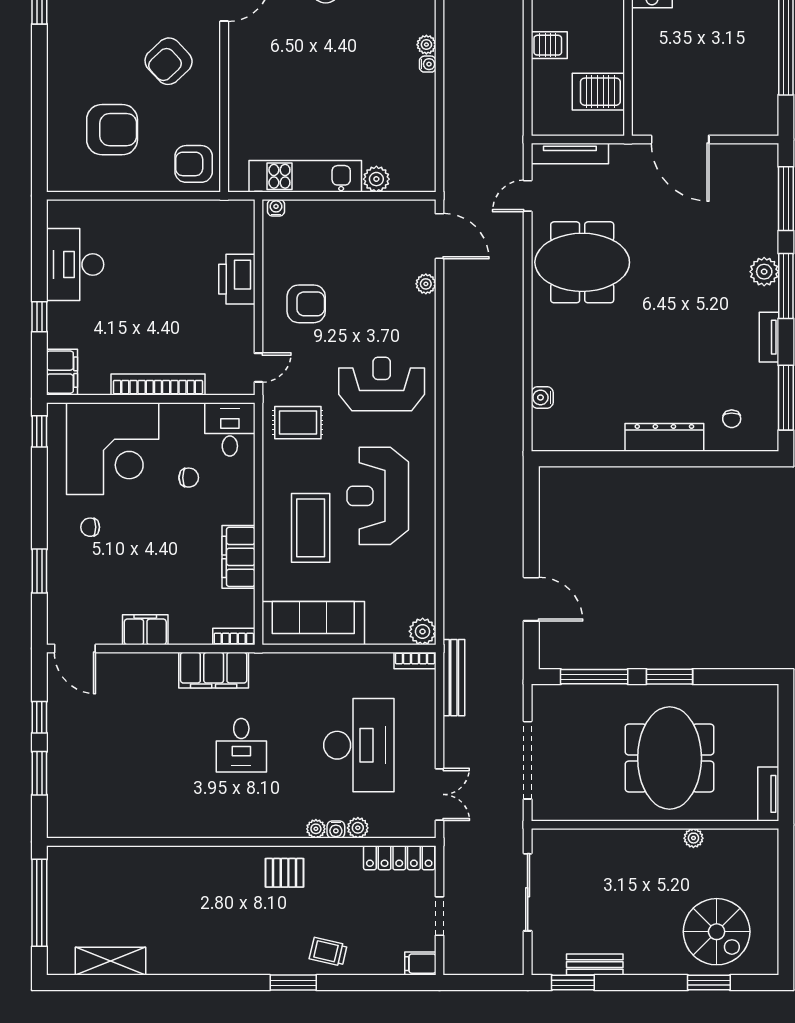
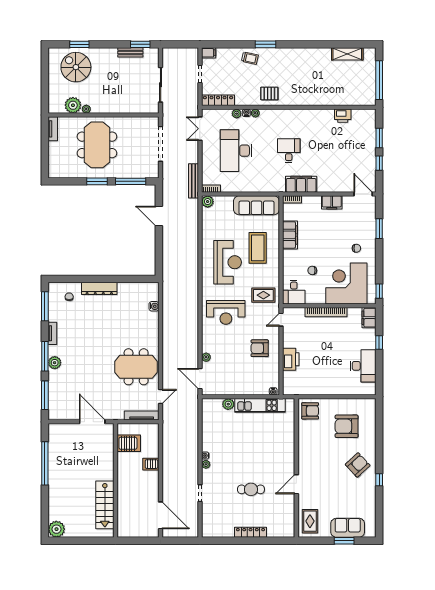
armchair: (169, 61) -> (358, 465), moved
printer: (121, 823) -> (343, 116), added
plant: (723, 847) -> (73, 105), added

